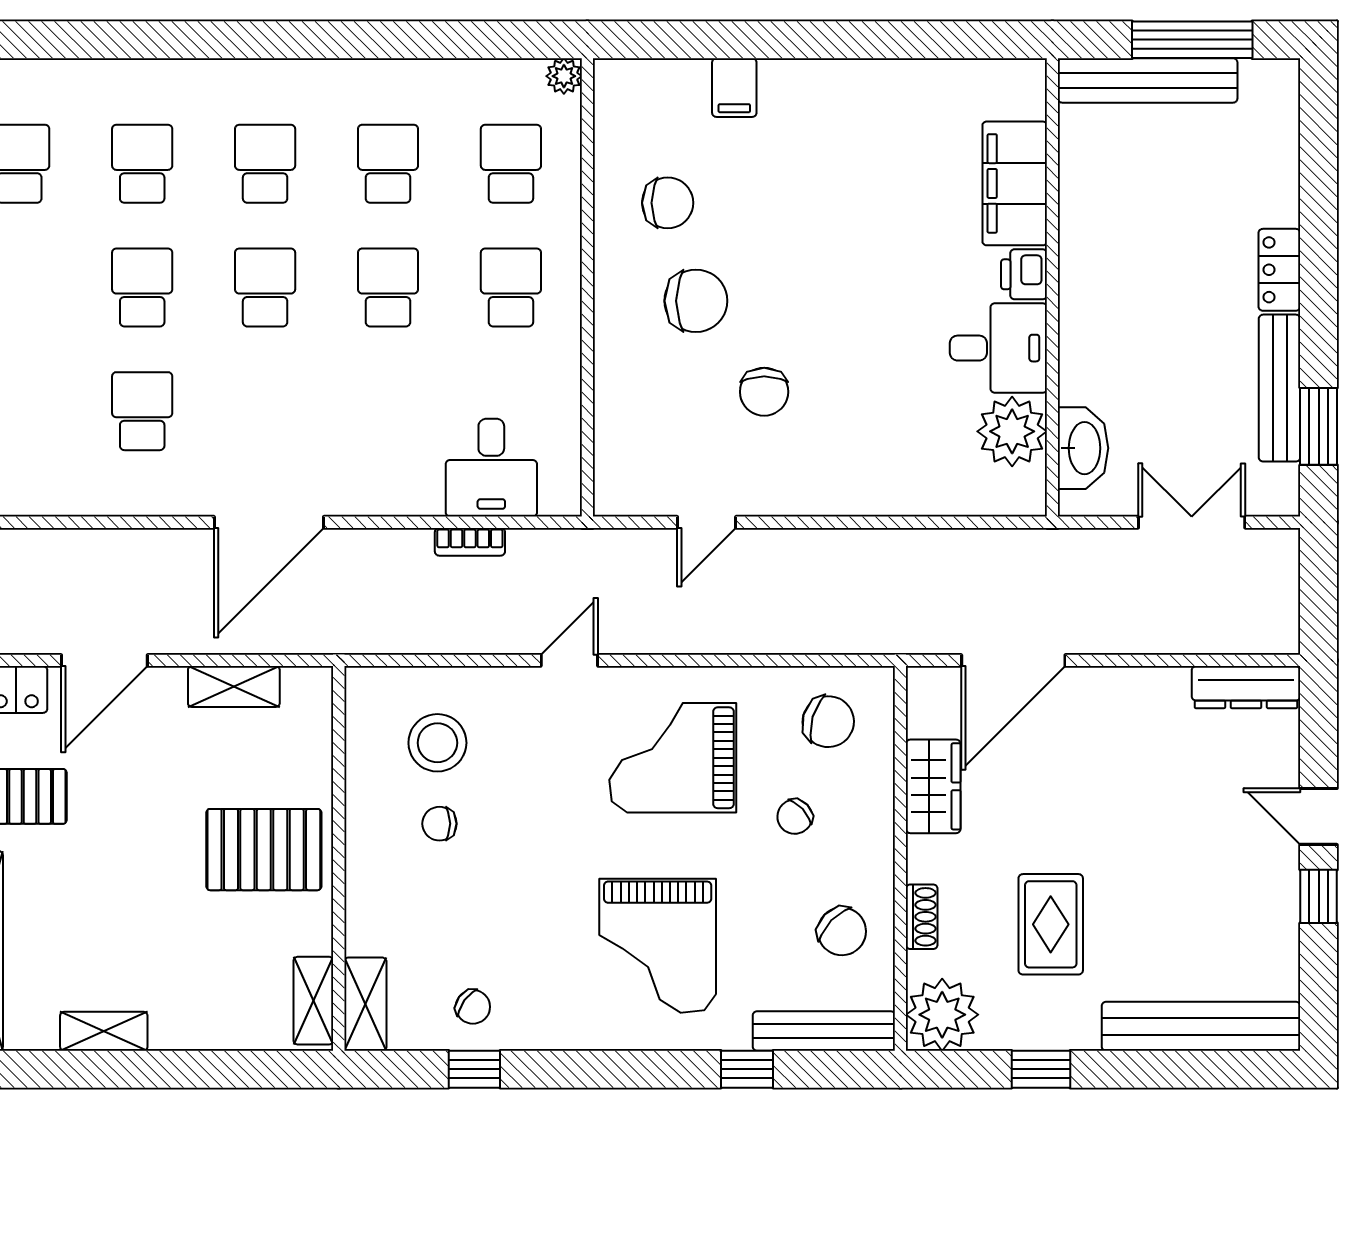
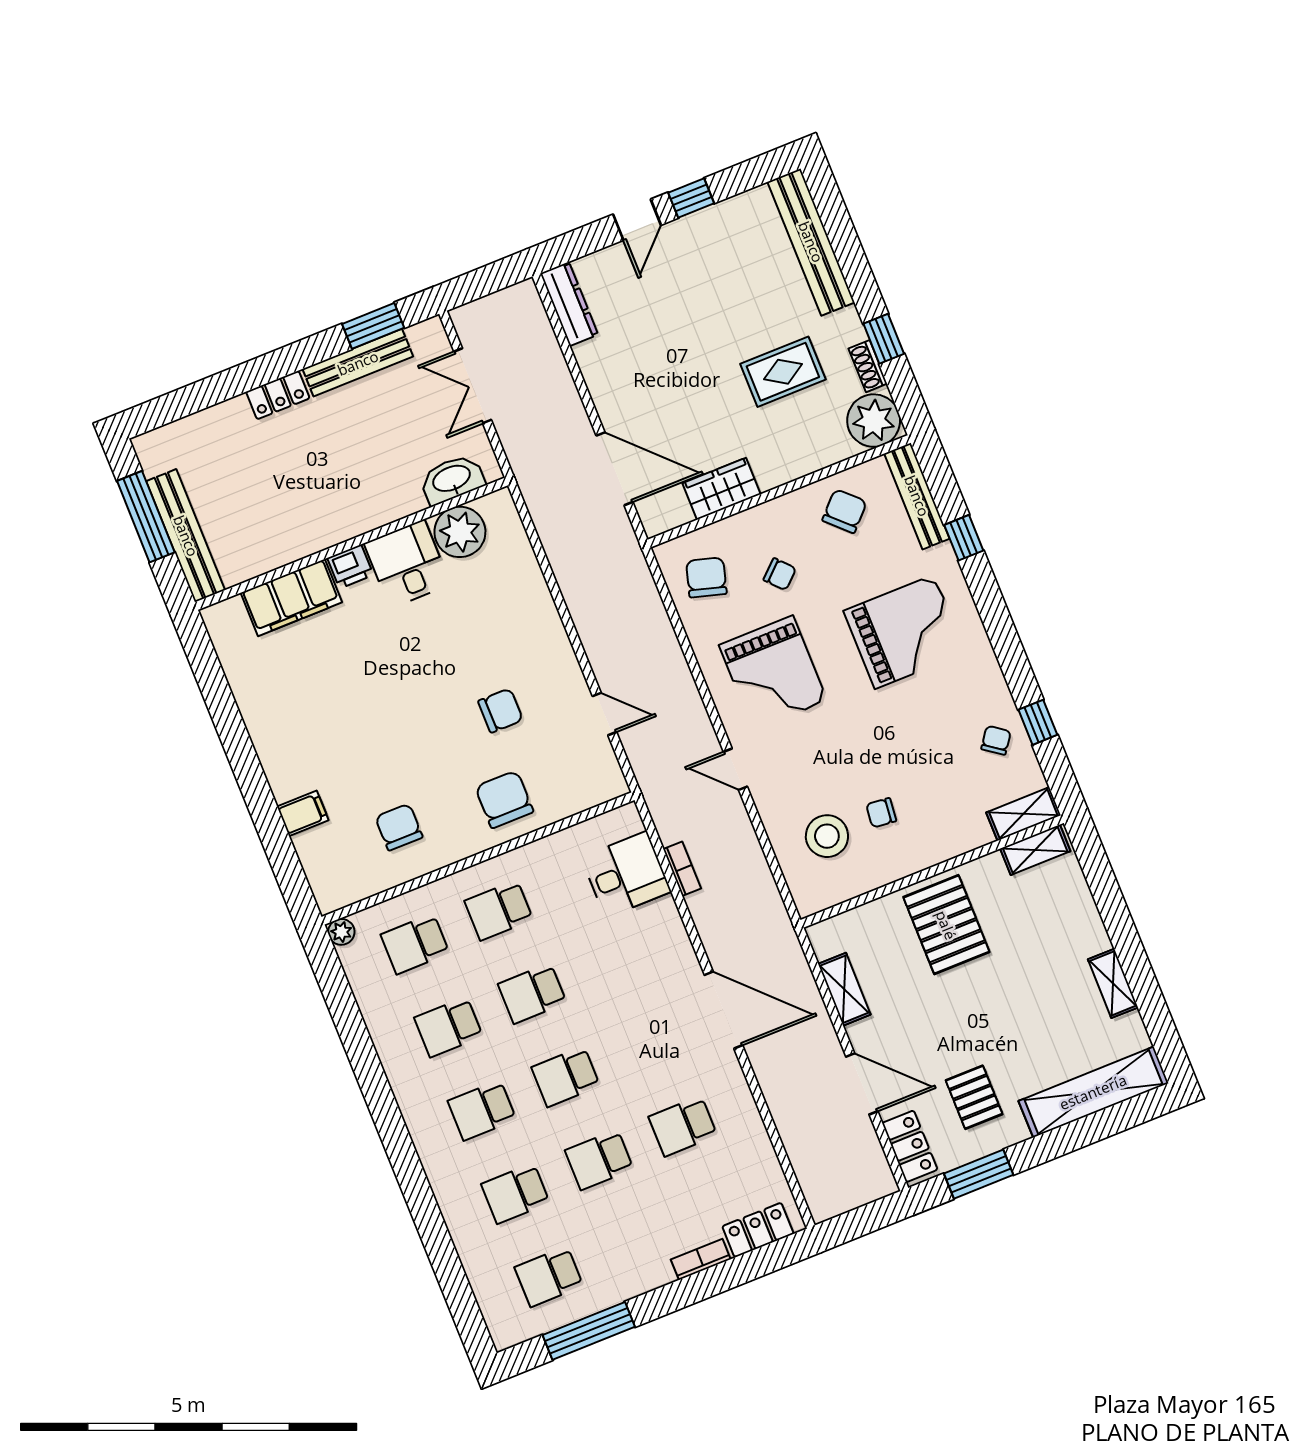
chair: (696, 301) -> (504, 799), moved
chair: (439, 824) -> (881, 813), turned 96
shoe rack: (922, 917) -> (868, 366), moved, turned -90

